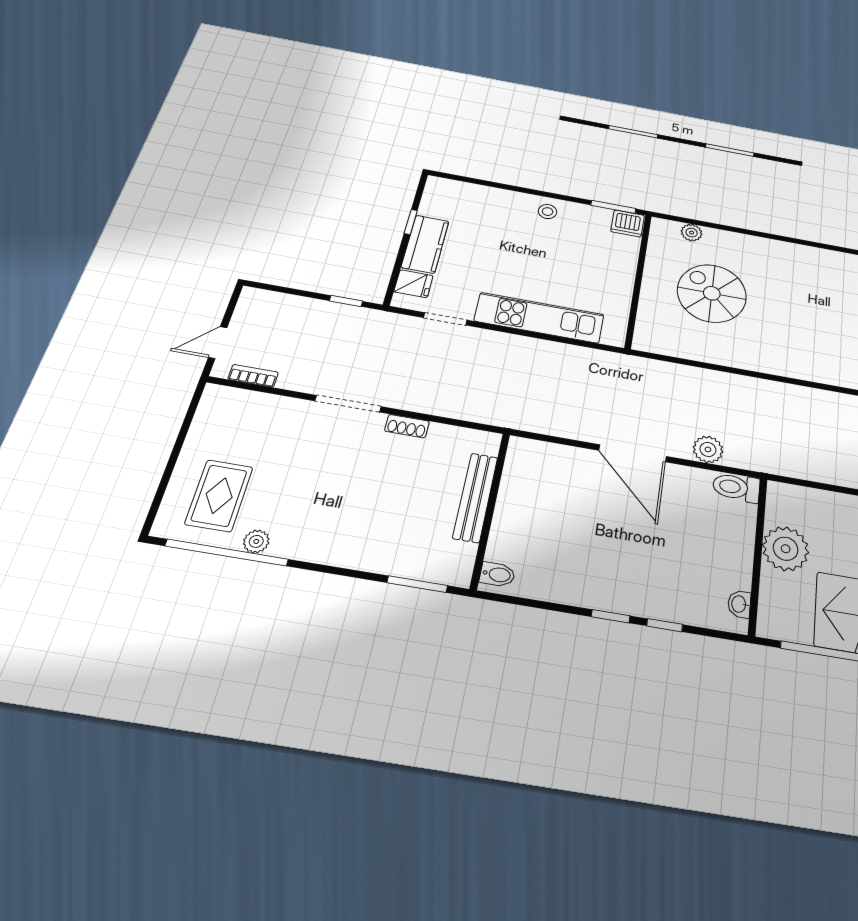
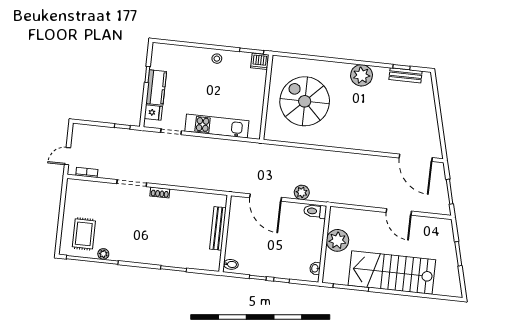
plant: (692, 233) -> (361, 75), moved, width x1.88, depth x1.88
spiral stairs: (712, 293) -> (305, 101), width x1.37, depth x1.37
bench: (475, 497) -> (218, 228), moved
wall: (490, 509) -> (225, 234), moved
bidet: (497, 574) -> (231, 264), moved

